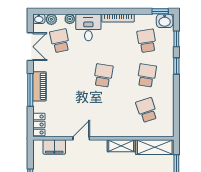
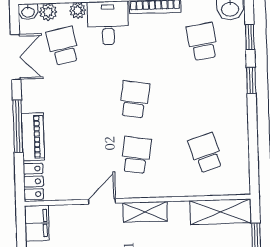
school desk: (147, 75) -> (136, 155), moved
piano: (39, 86) -> (33, 137), moved
shelving: (121, 146) -> (145, 212), moved
filing cabinet: (54, 147) -> (37, 223), moved, turned -90

